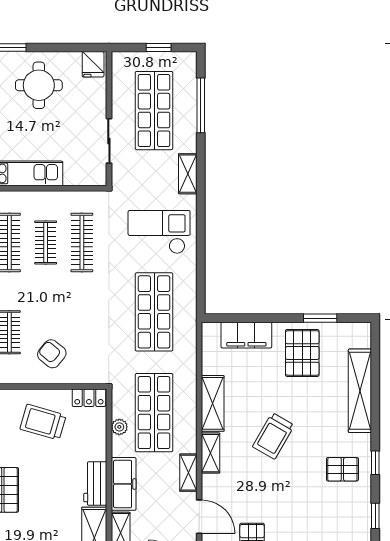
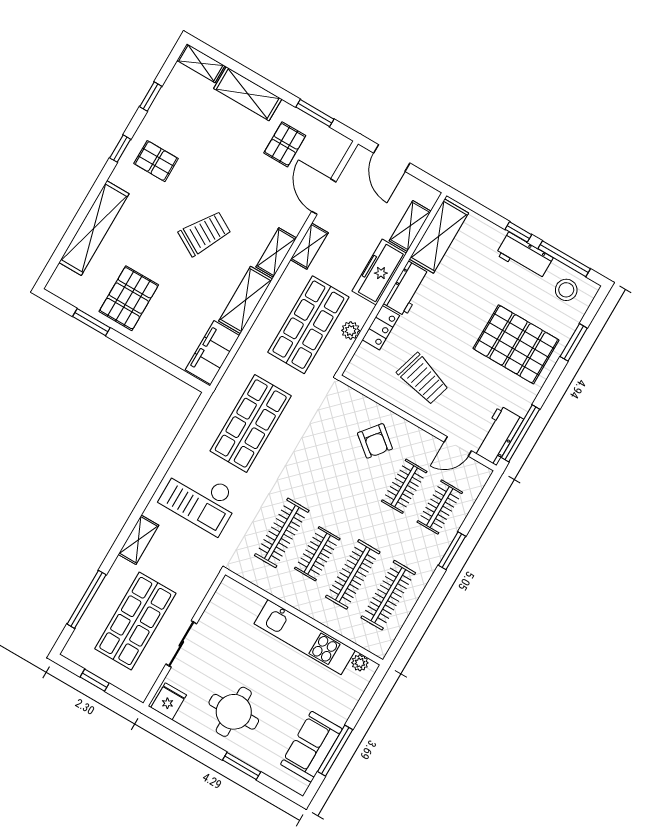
sliding door: (109, 141) -> (181, 644), moved
filing cabinet: (246, 335) -> (212, 353), moved, turned -90
locker: (89, 398) -> (381, 328), moved, turned 90

